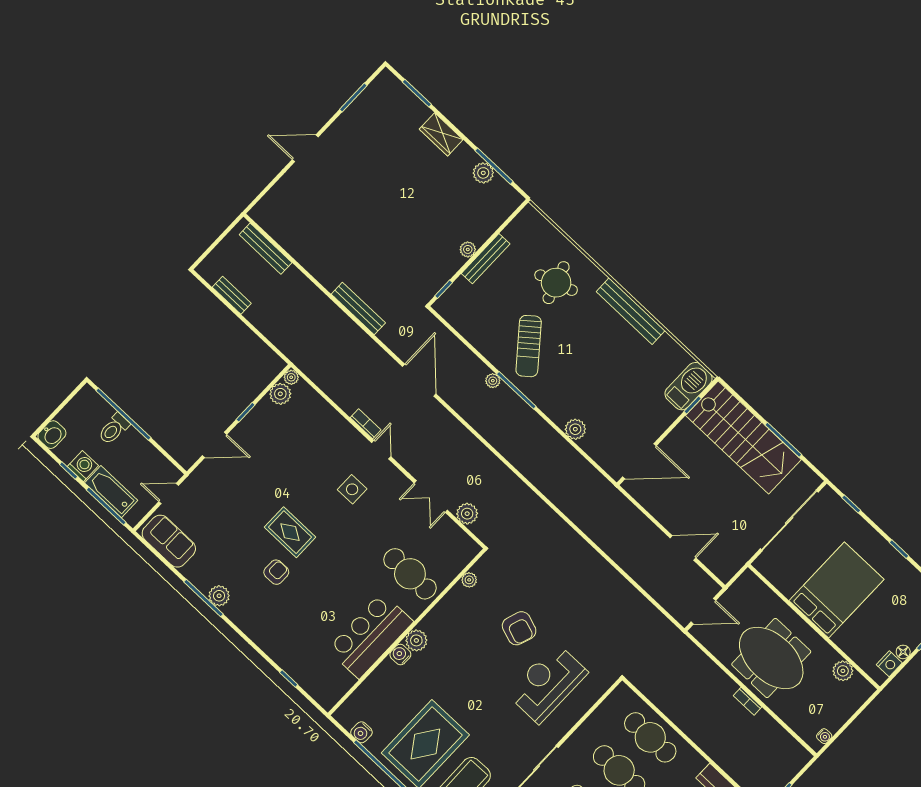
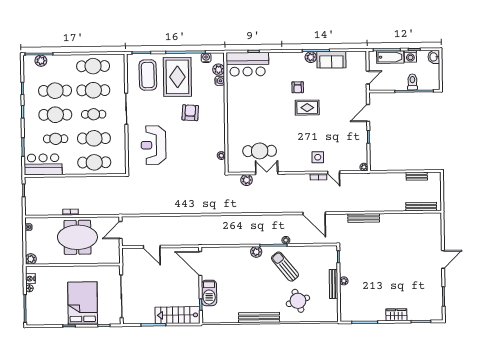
plant: (483, 173) -> (366, 316), removed
barbecue: (689, 386) -> (209, 293), moved
plant: (280, 394) -> (362, 157), removed
plant: (575, 429) -> (256, 252), moved
stairs: (743, 438) -> (178, 315), width x0.73, depth x0.66
door: (381, 450) -> (334, 172), moved
door: (639, 461) -> (200, 264), hinge flipped
side table: (352, 489) -> (318, 157), moved
sofa: (169, 541) -> (331, 60), moved
door: (683, 548) -> (152, 247), hinge flipped
cafe table: (410, 574) -> (260, 151), moved
bed: (837, 590) -> (83, 303), moved, turned 180
armchair: (519, 628) -> (190, 113), moved, turned 75
bar counter: (370, 635) -> (247, 64), moved, turned 90
plant: (416, 640) -> (219, 70), moved
water cooler: (400, 655) -> (220, 81), moved
plant: (843, 671) -> (31, 259), moved
reception desk: (547, 683) -> (153, 145), turned 180

